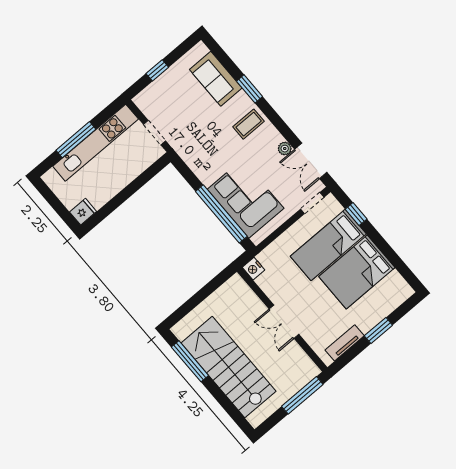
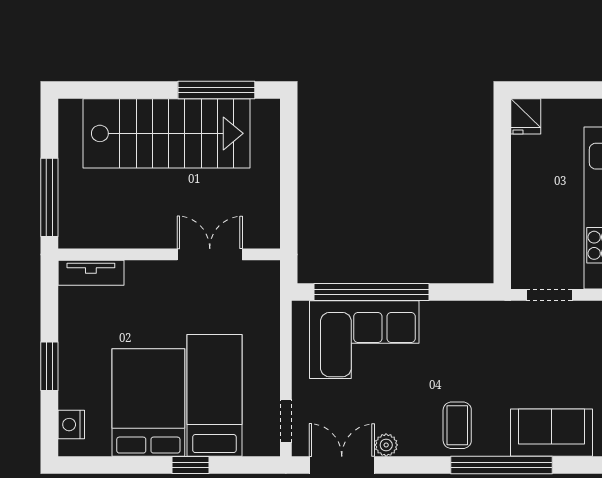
window: (250, 89) -> (501, 465), width x2.11
window: (356, 214) -> (190, 465), moved
nightstand: (254, 269) -> (71, 425), moved, turned -90
double door: (284, 322) -> (210, 254), moved
tv unit: (345, 343) -> (91, 273), moved, turned 90

